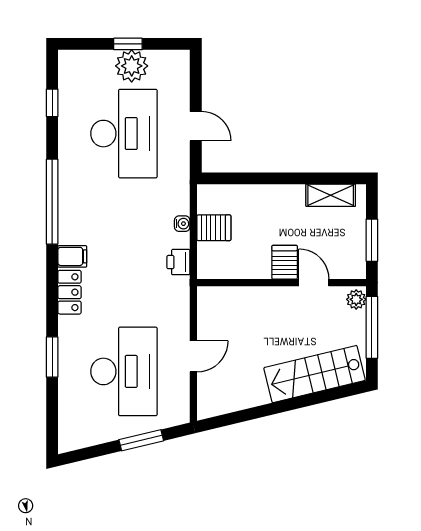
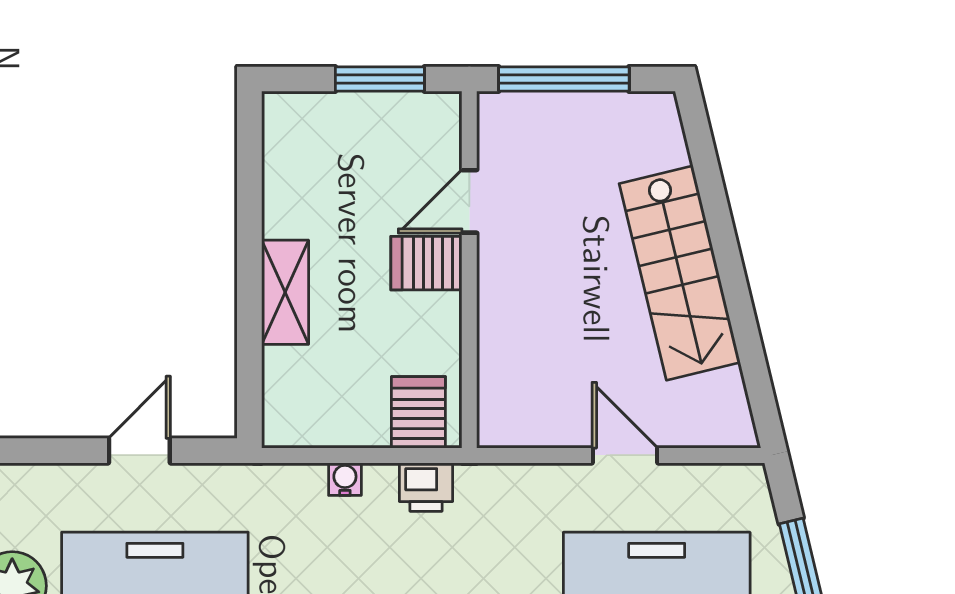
shelving: (331, 195) -> (285, 292), moved
server rack: (214, 228) -> (418, 412), moved
plant: (356, 299) -> (505, 112), removed
stairs: (314, 374) -> (680, 273), moved

